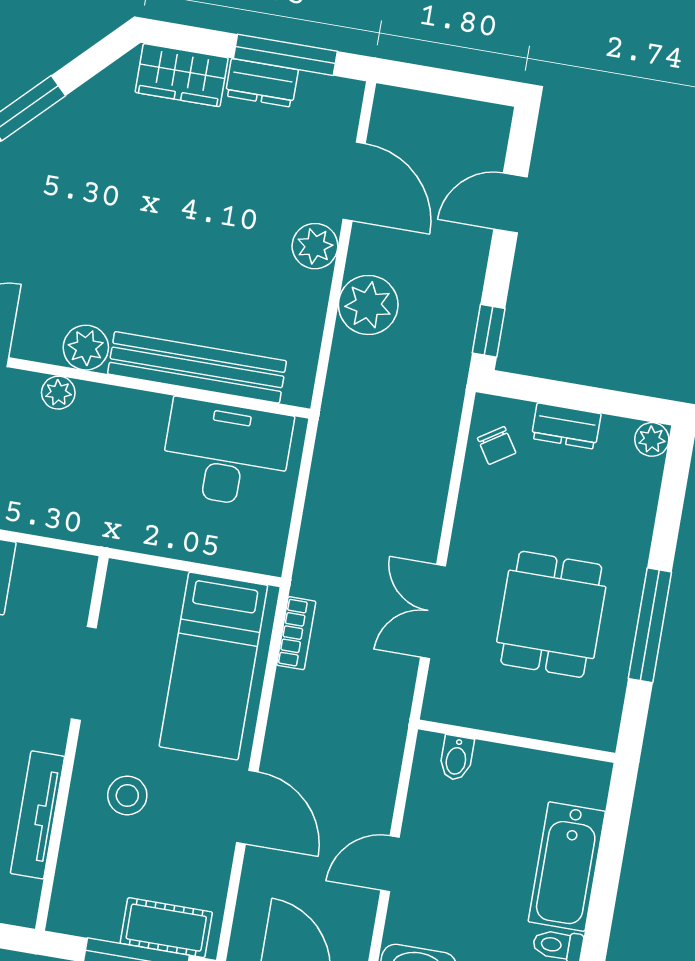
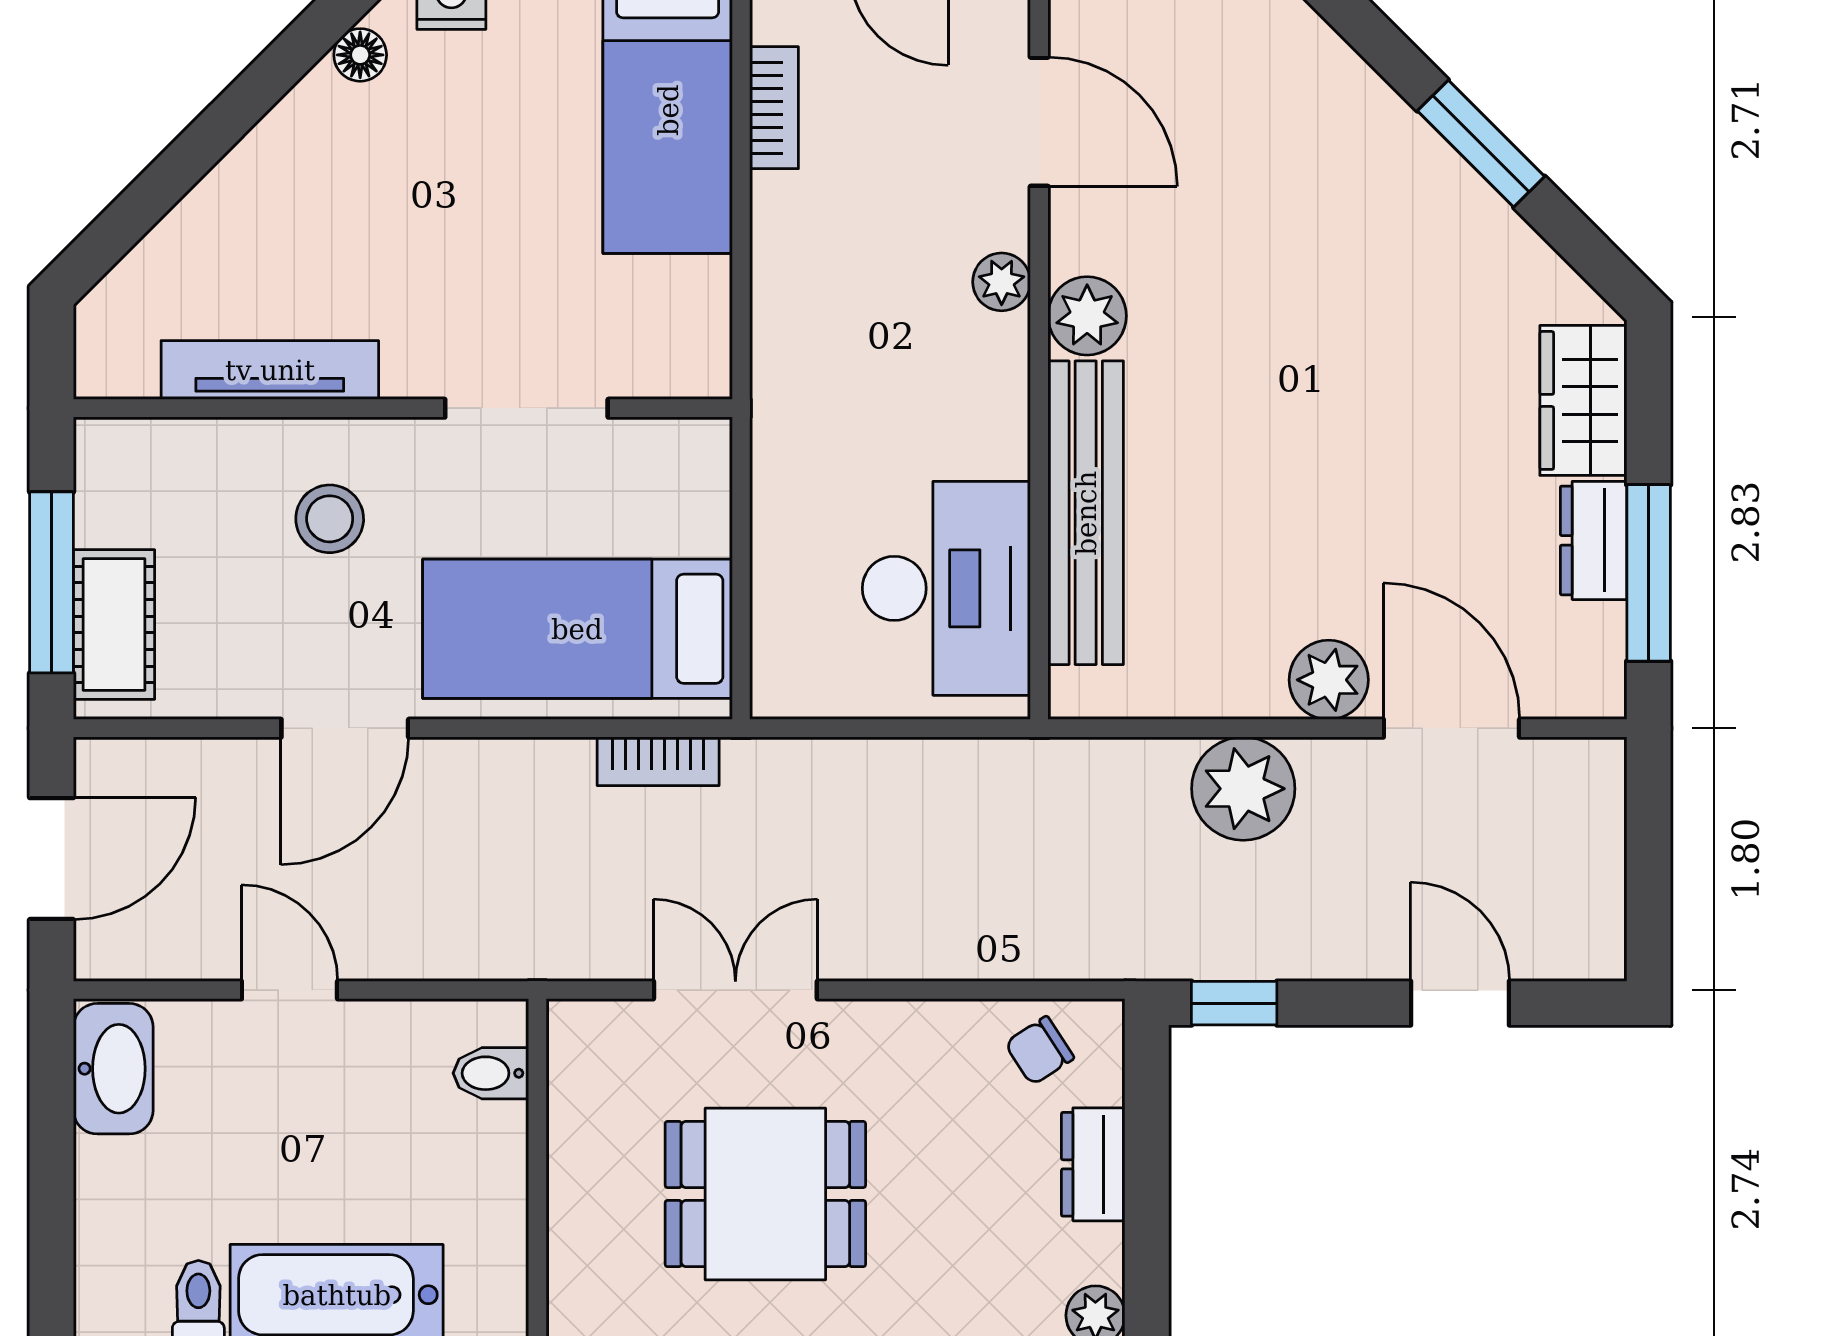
door: (354, 181) -> (1451, 728), swing flipped

